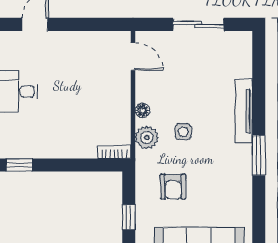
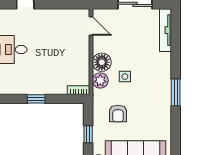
floor lamp: (142, 110) -> (102, 62), width x1.89, depth x1.89
tv unit: (244, 111) -> (165, 30), moved
window: (19, 165) -> (36, 99), moved

